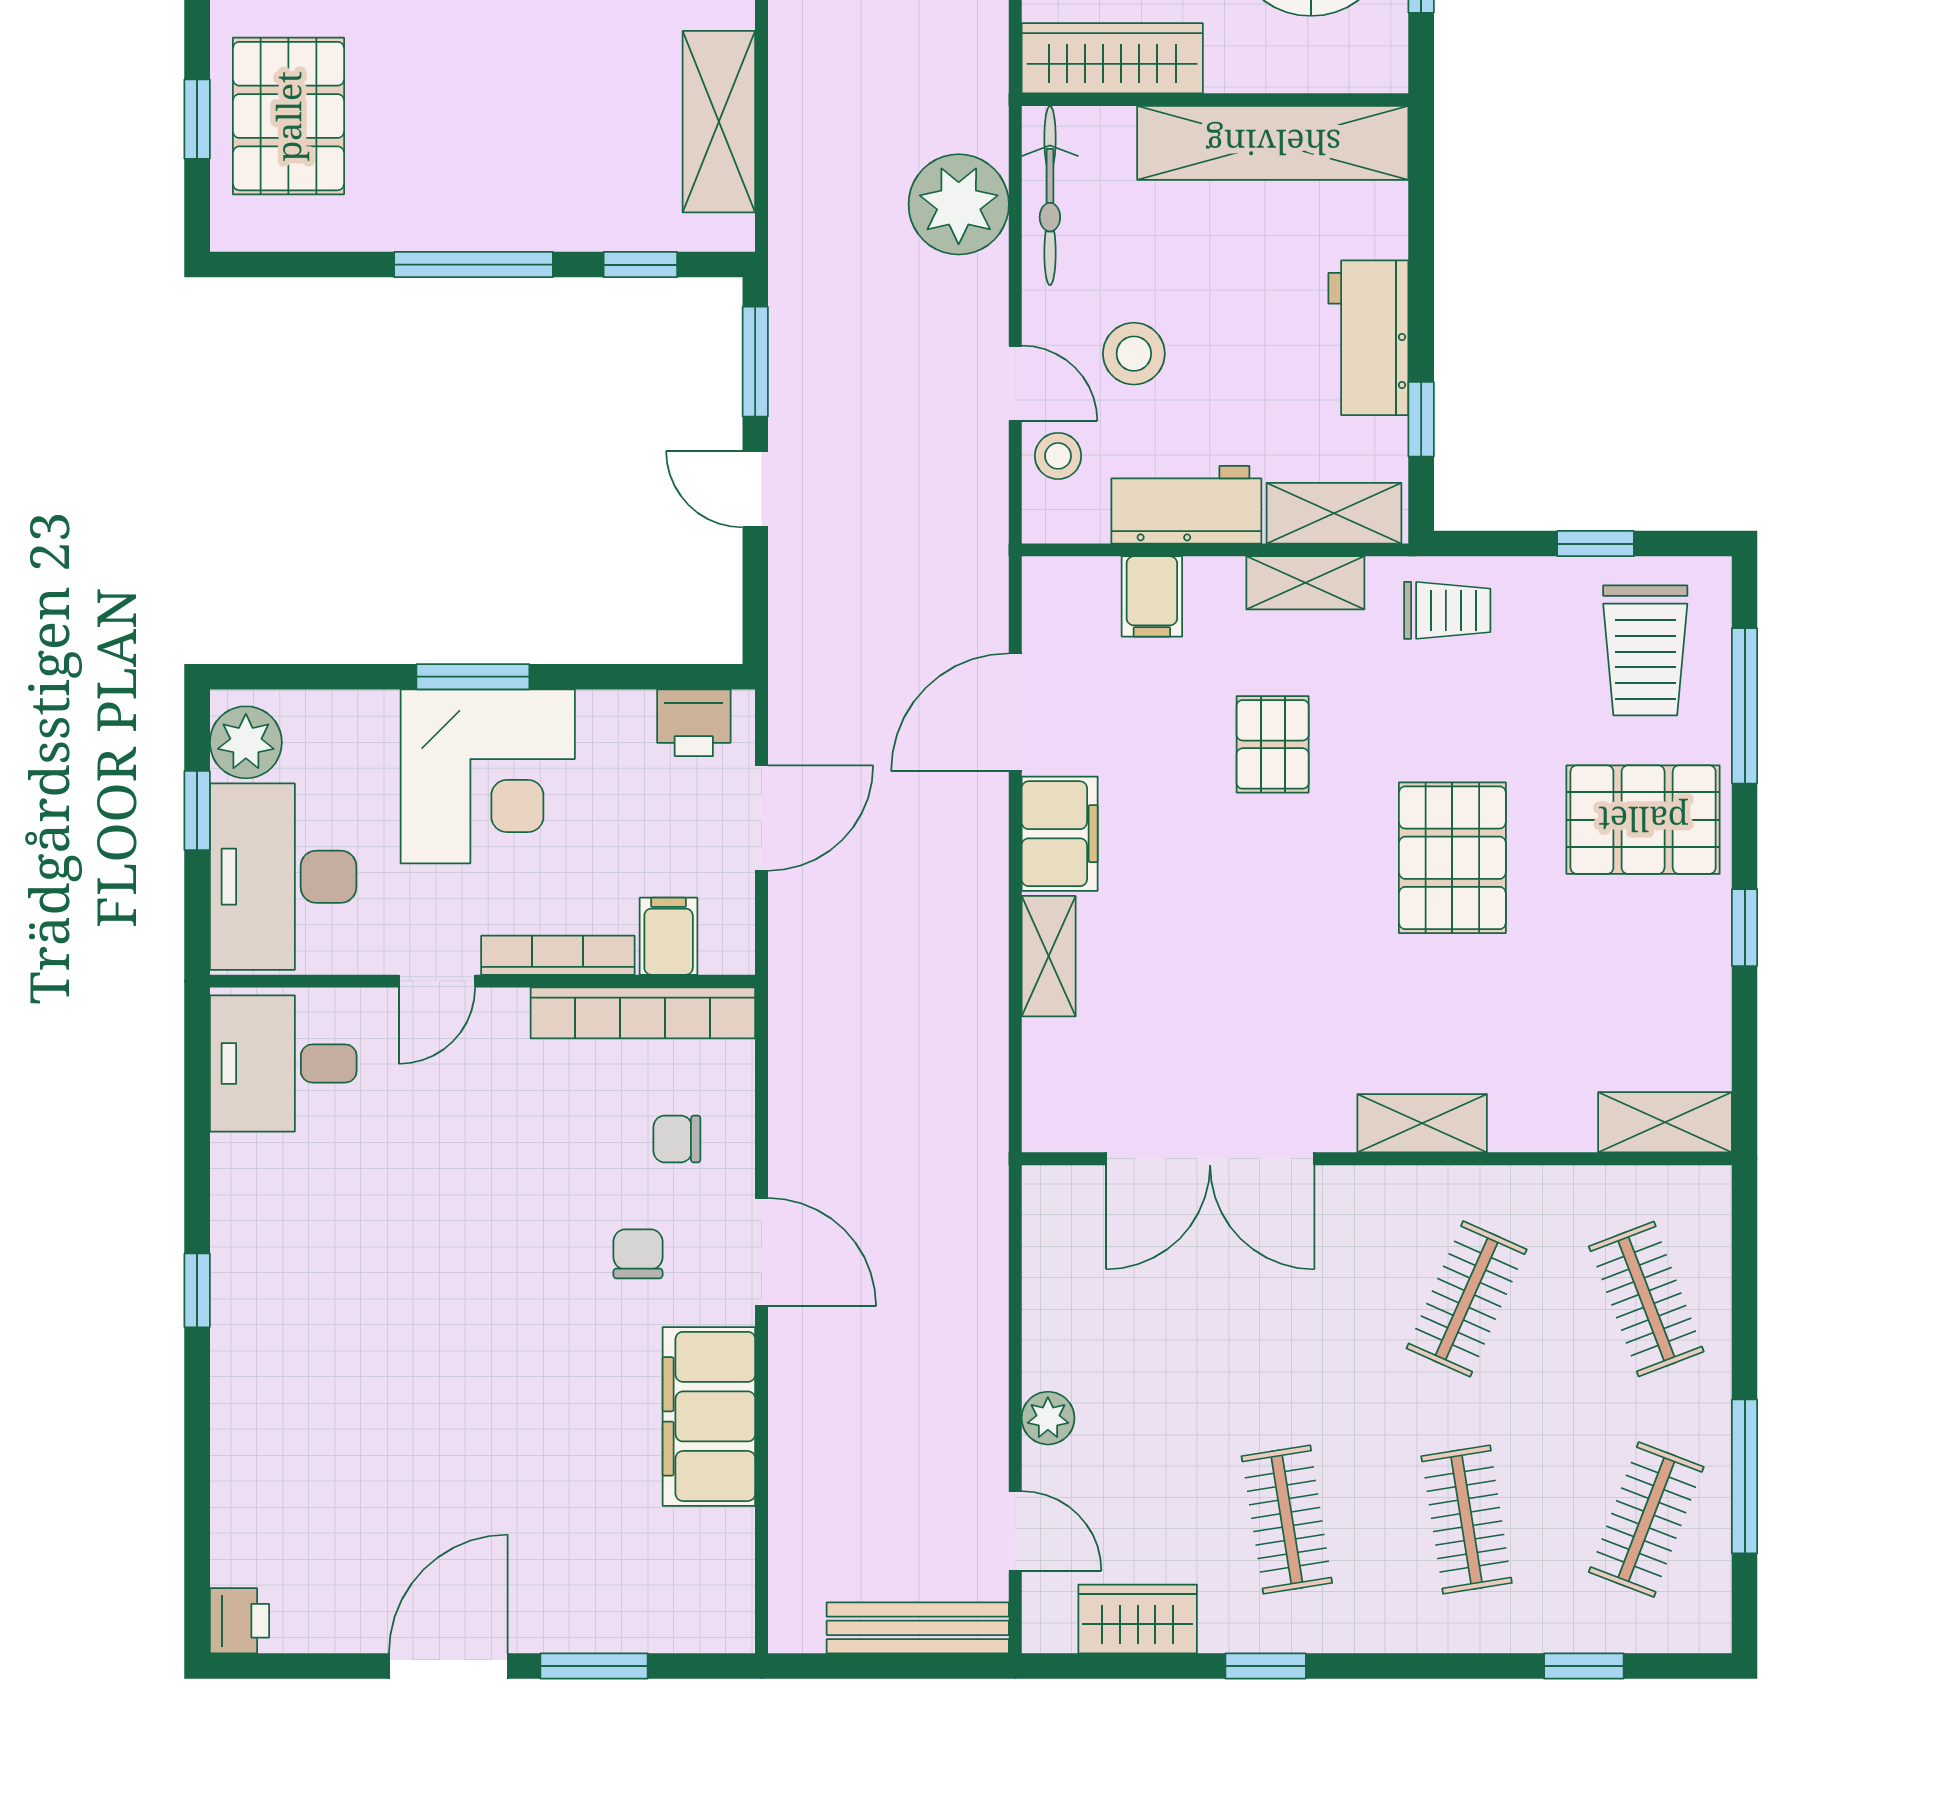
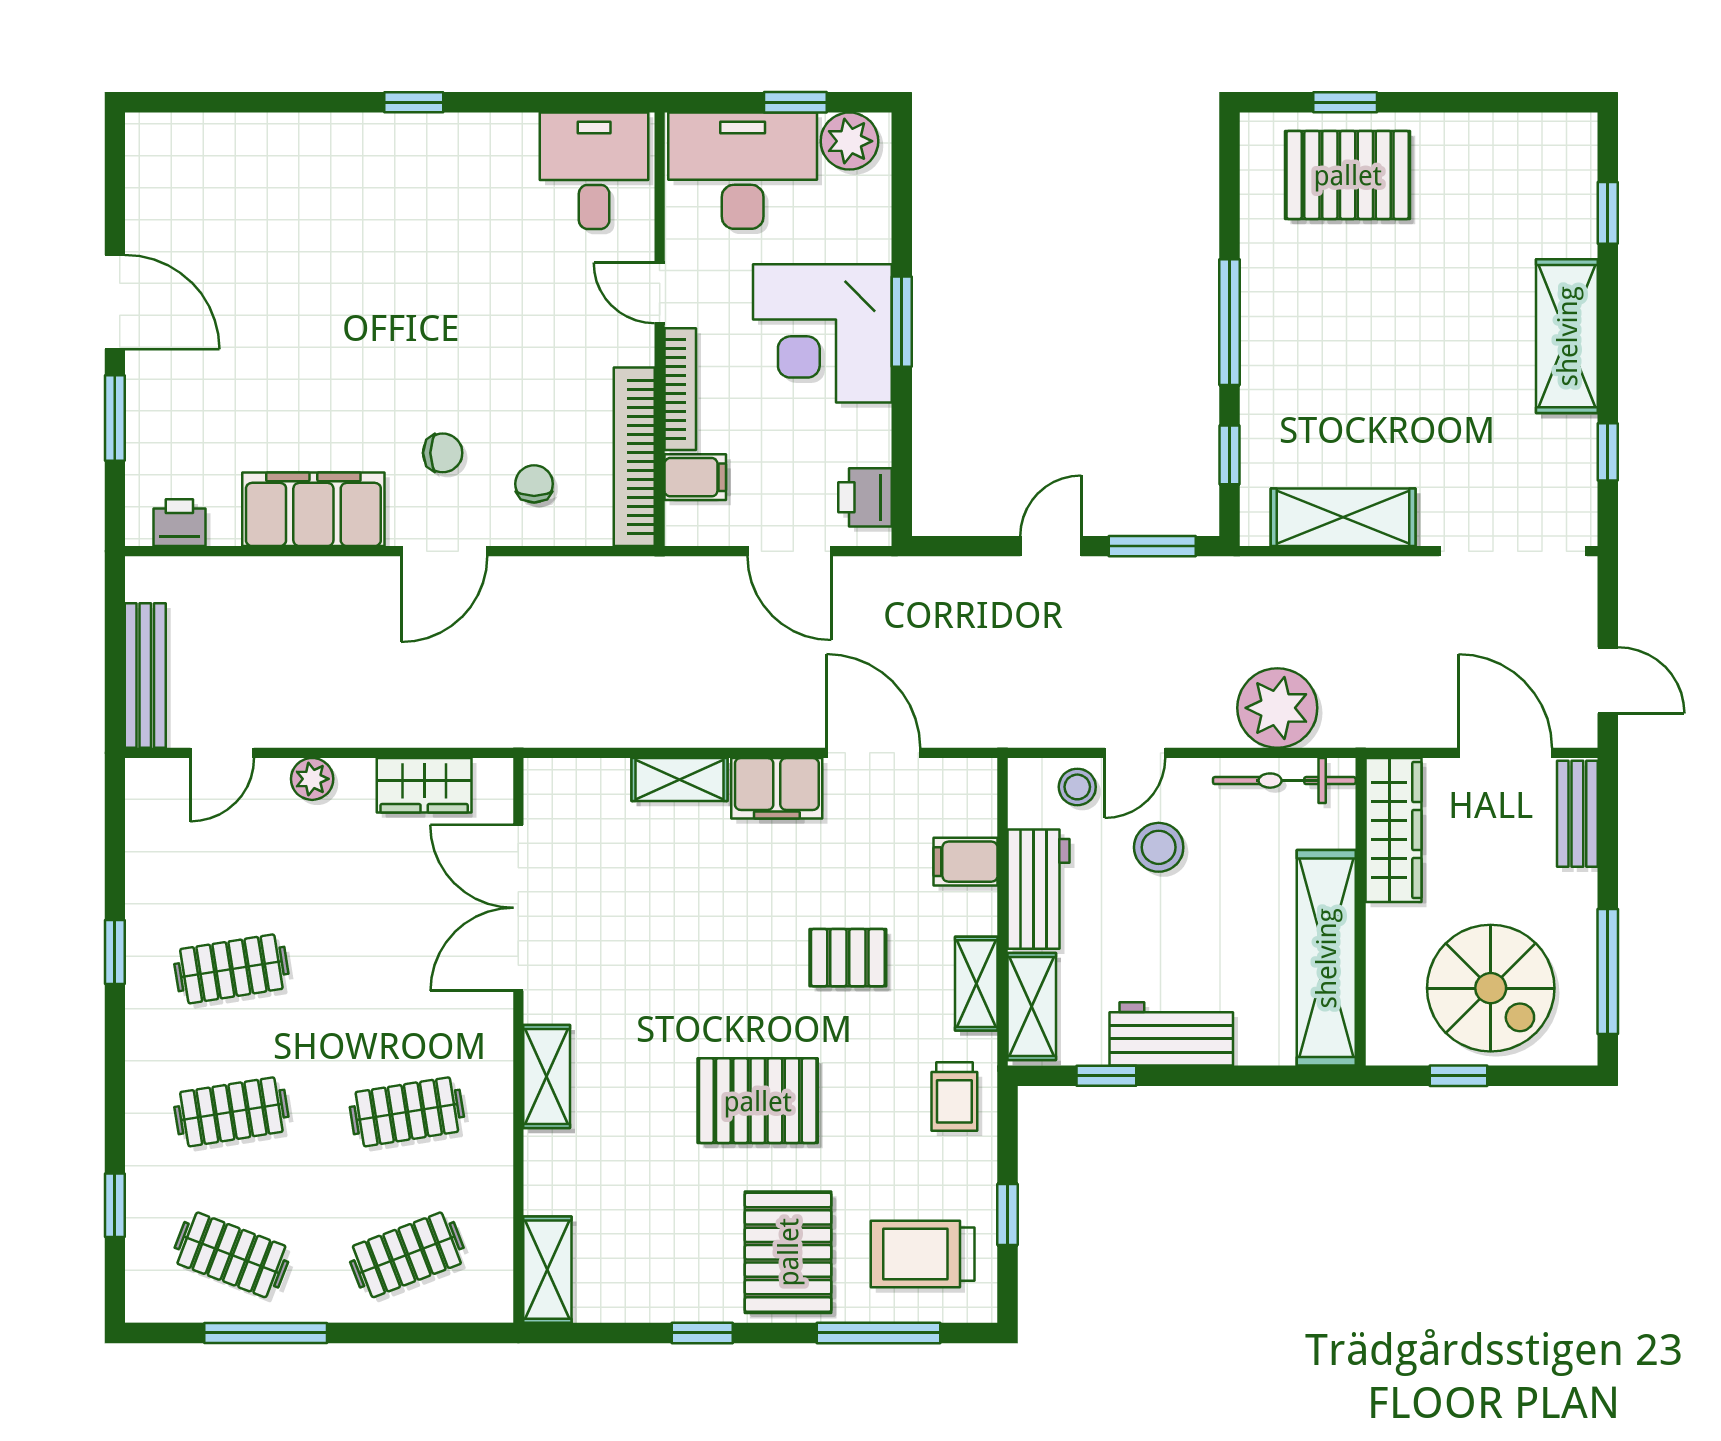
clothes rail: (1467, 1299) -> (407, 1112), turned -33
wardrobe: (1138, 1619) -> (424, 785), moved, turned 90
printer: (239, 1621) -> (179, 523), moved, turned 180

